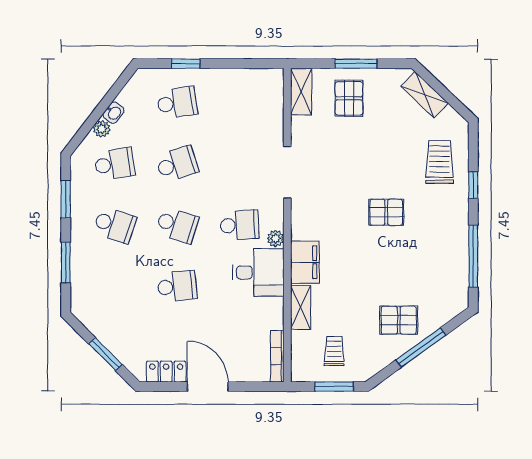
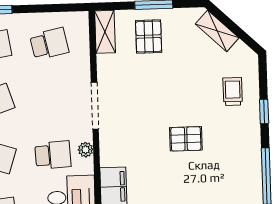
school desk: (240, 103) -> (49, 44), added
trolley: (439, 162) -> (233, 92), width x0.73, depth x0.72
plant: (276, 238) -> (86, 150), moved

